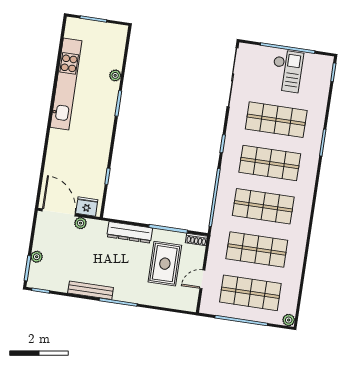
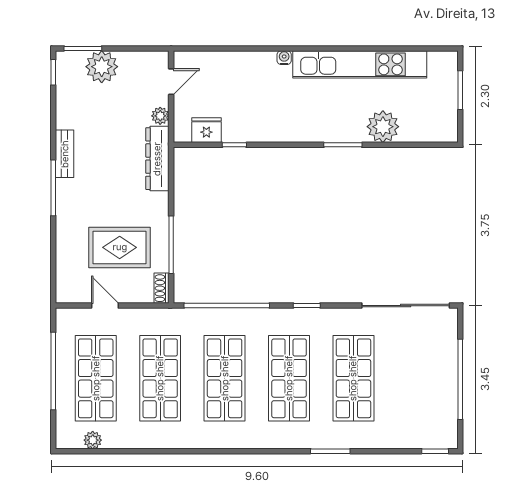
checkout: (287, 71) -> (427, 383), removed
plant: (115, 75) -> (383, 127), width x1.87, depth x1.87
water cooler: (54, 134) -> (284, 58), added
fridge: (87, 206) -> (206, 130), moved, turned -90
door: (59, 212) -> (171, 82), width x0.53
dresser: (130, 232) -> (157, 159), moved
plant: (37, 257) -> (102, 67), width x1.87, depth x1.87
bench: (91, 290) -> (65, 154), width x0.73
plant: (289, 320) -> (93, 440), moved

